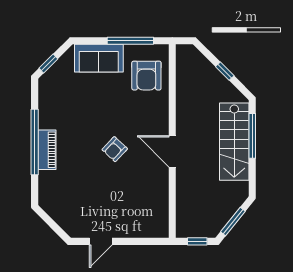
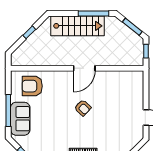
window: (130, 41) -> (8, 111), moved
armchair: (146, 76) -> (32, 86), turned 180
window: (252, 136) -> (94, 13), moved

